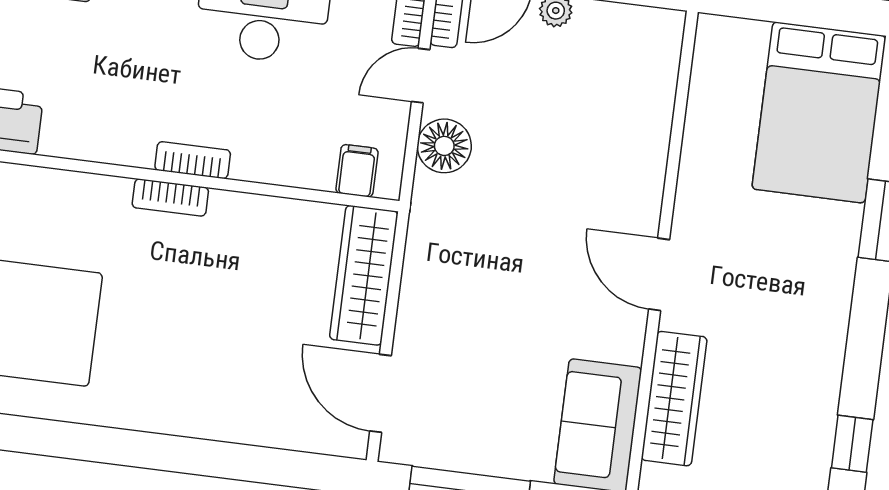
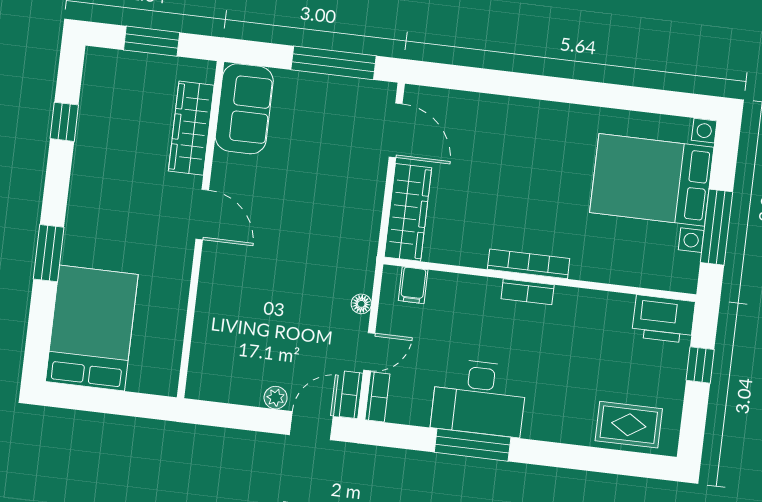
floor lamp: (444, 146) -> (361, 304), width x0.53, depth x0.53
bookcase: (170, 198) -> (529, 264), width x1.56
window: (852, 444) -> (64, 122), moved

